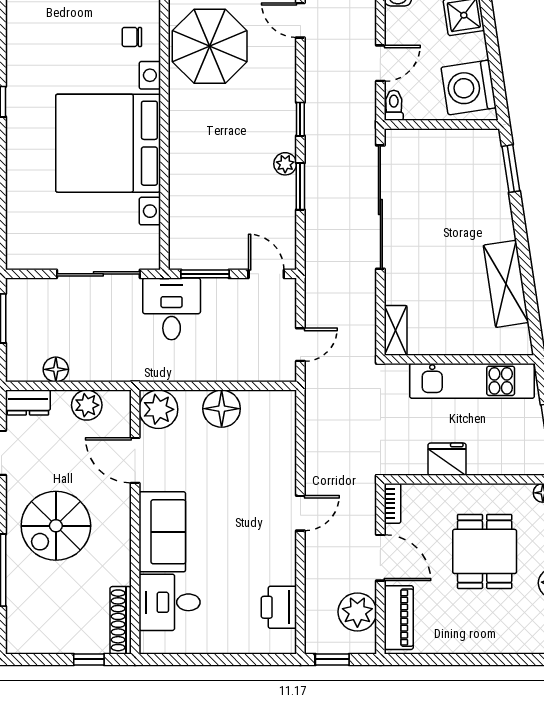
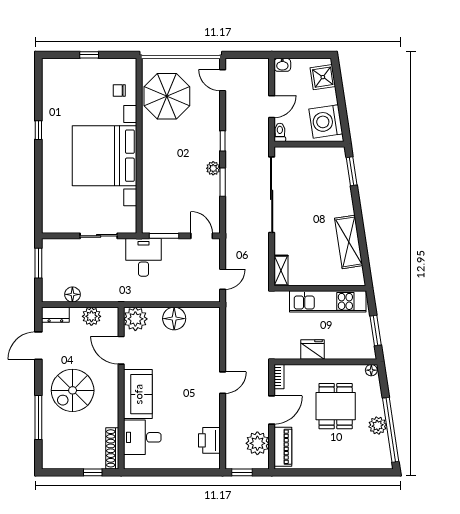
sliding door: (98, 274) -> (99, 236), width x0.73
door: (380, 558) -> (272, 410), hinge flipped

